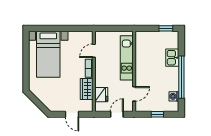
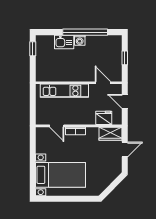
wardrobe: (87, 89) -> (110, 134), moved
washing machine: (174, 96) -> (80, 40), moved

